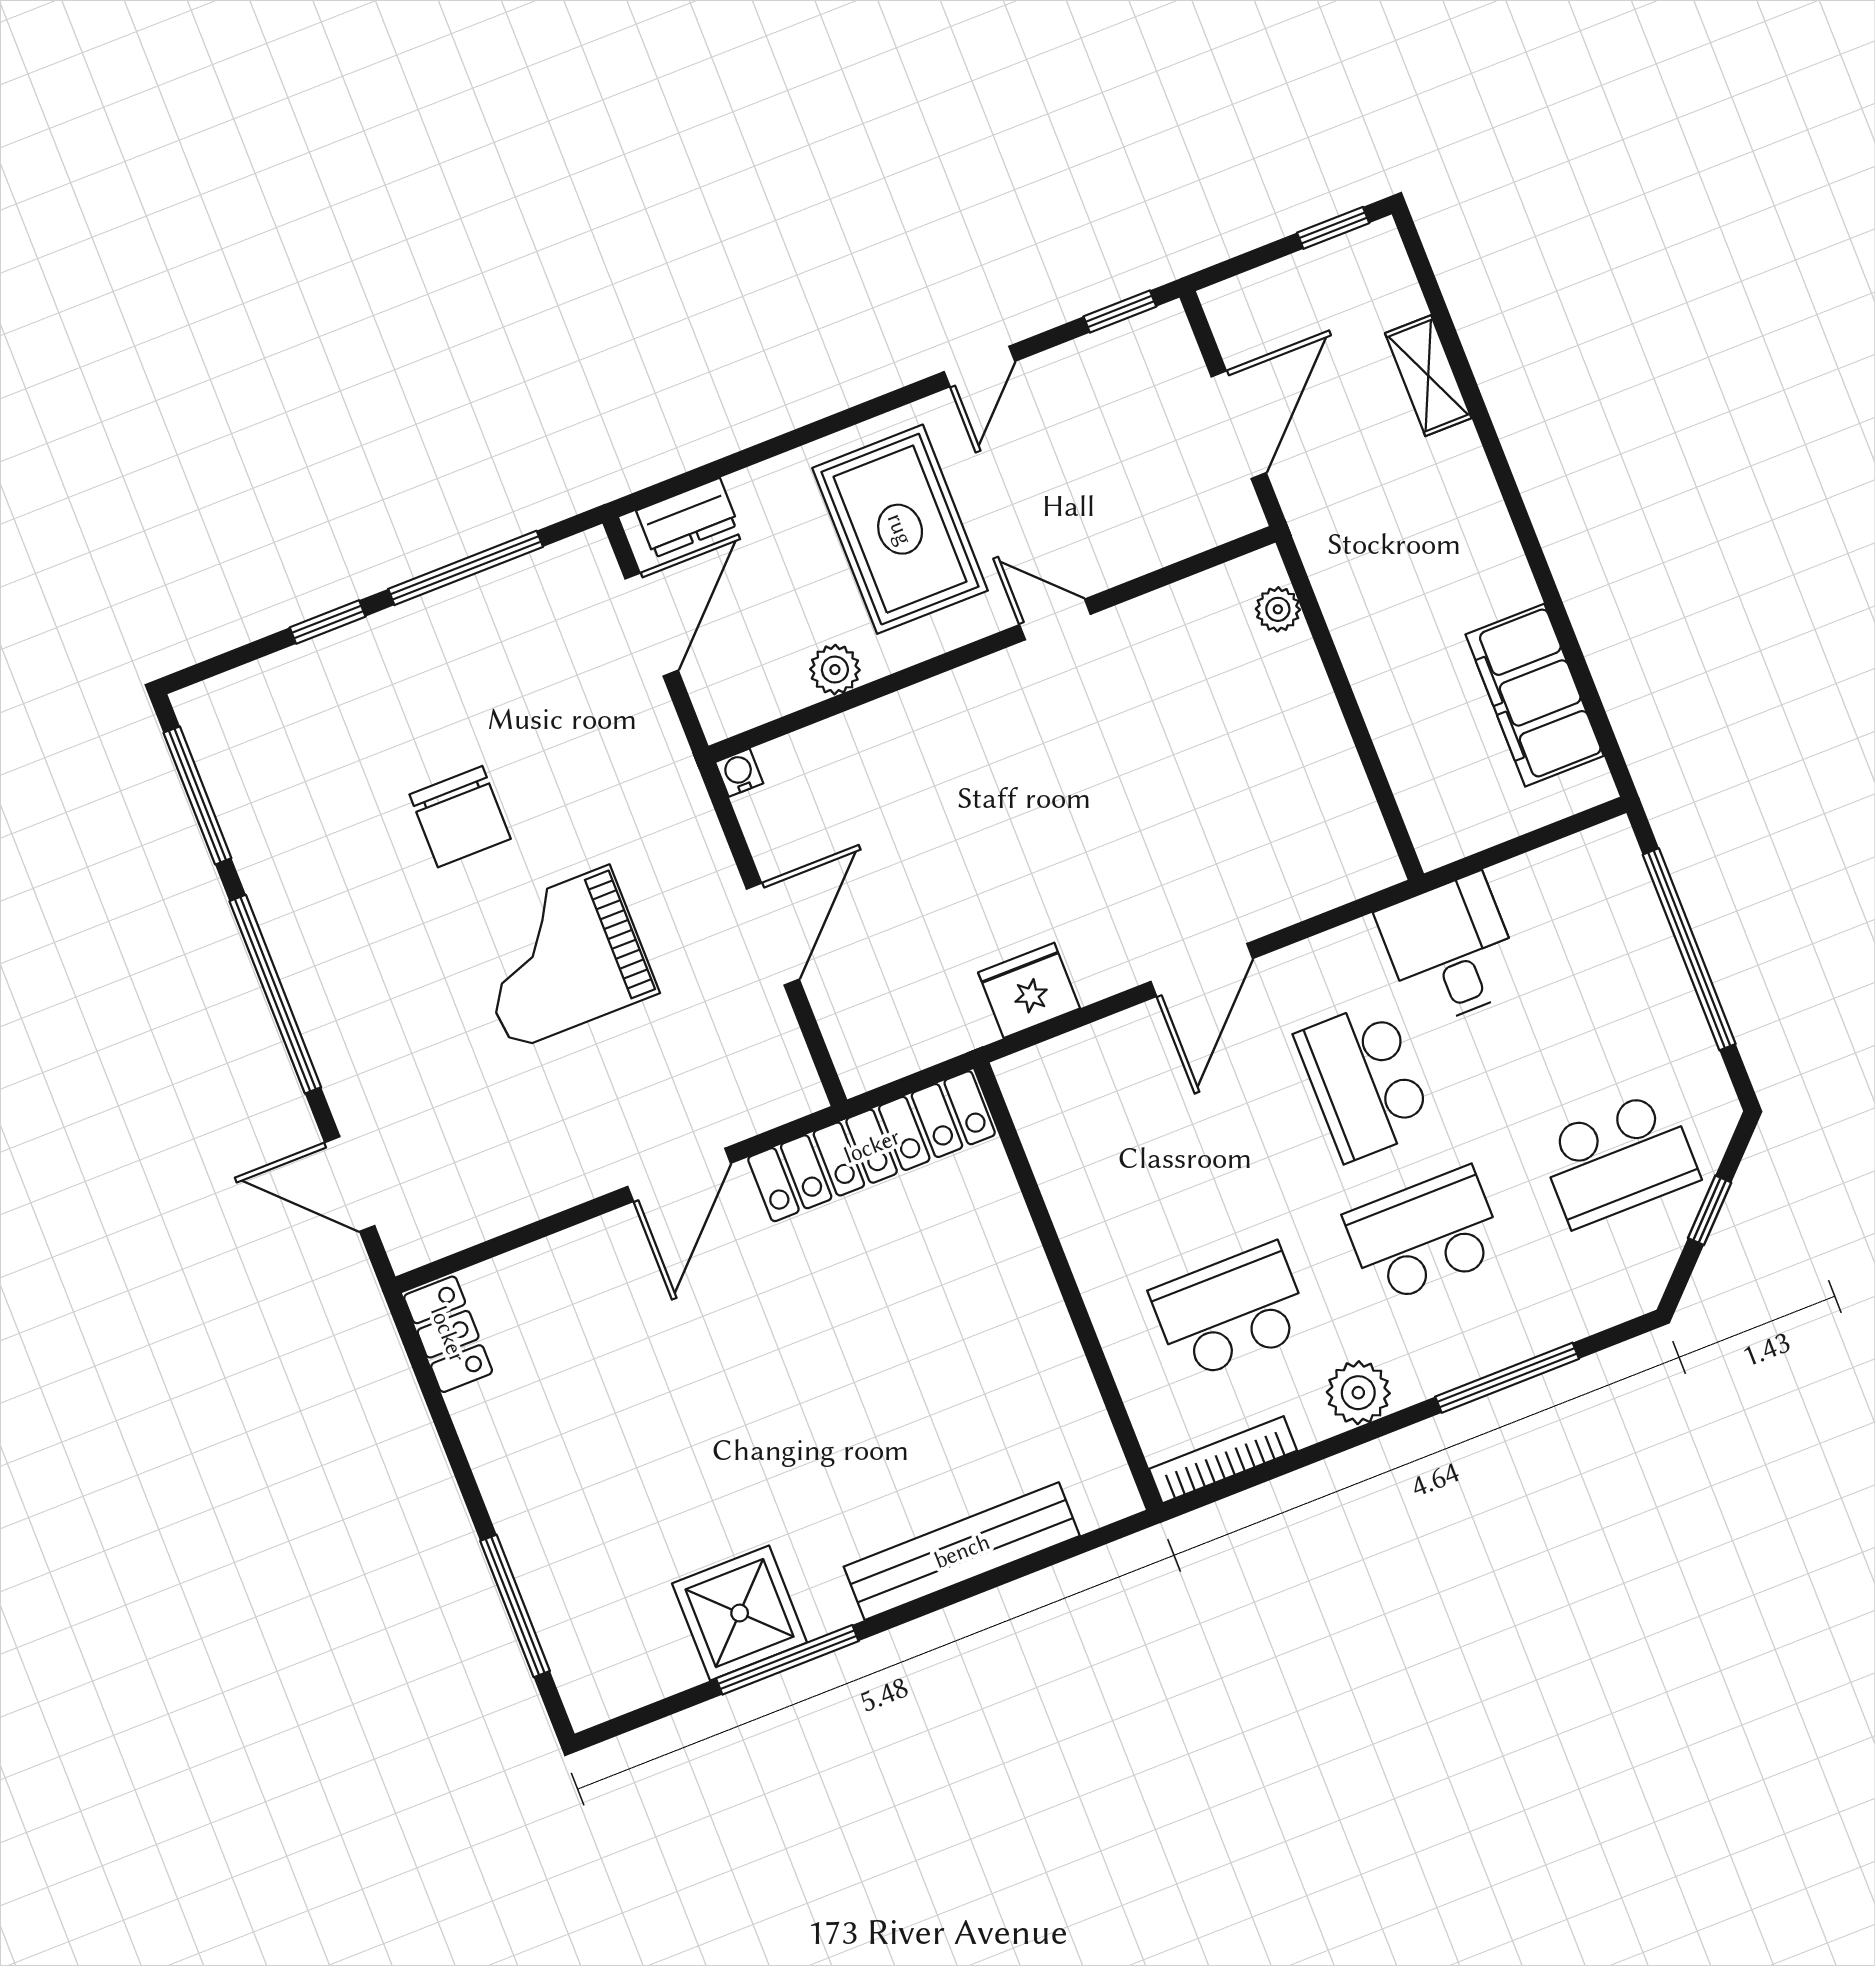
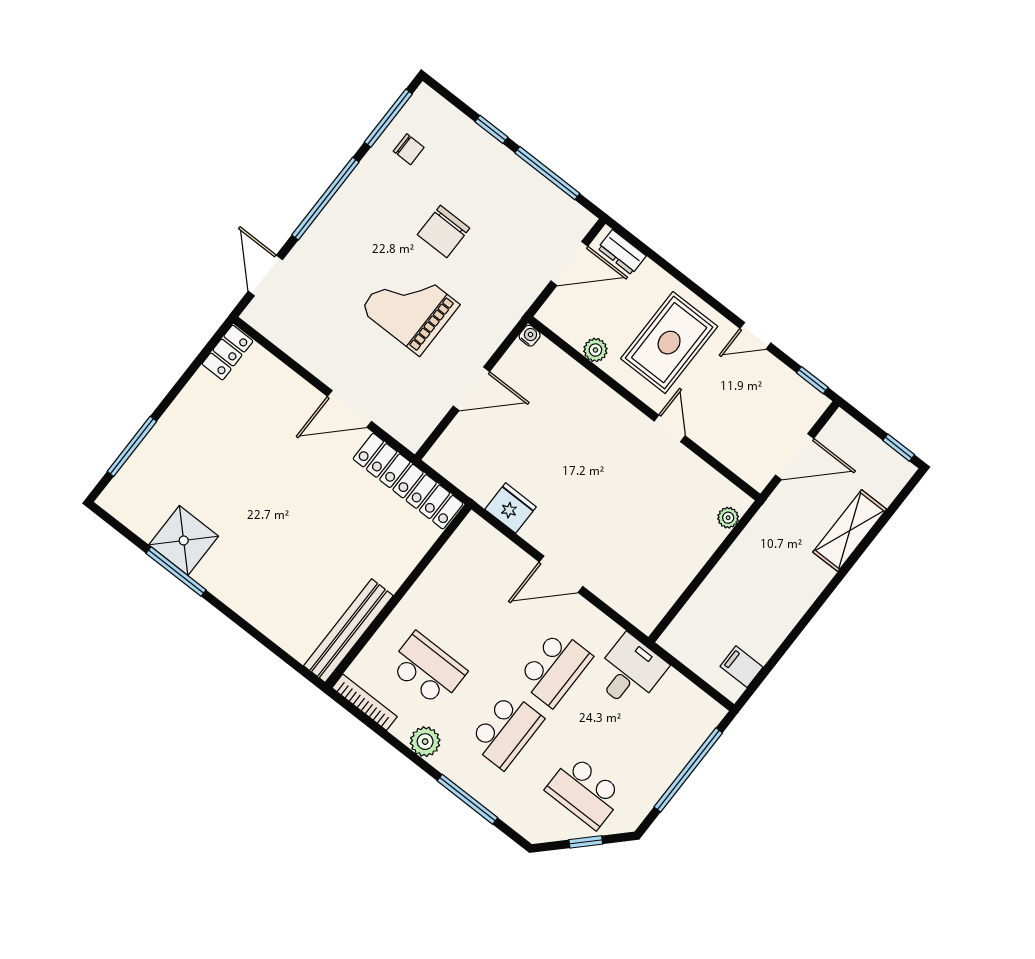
shelving: (1428, 376) -> (850, 531), width x1.50, depth x1.33
filing cabinet: (1535, 695) -> (742, 667), width x0.33, depth x0.86
chair: (275, 792) -> (409, 149), added
school desk: (1364, 1081) -> (555, 668), turned 180
school desk: (1425, 1235) -> (506, 731), turned 90
bench: (962, 1551) -> (348, 631), moved, turned 90

